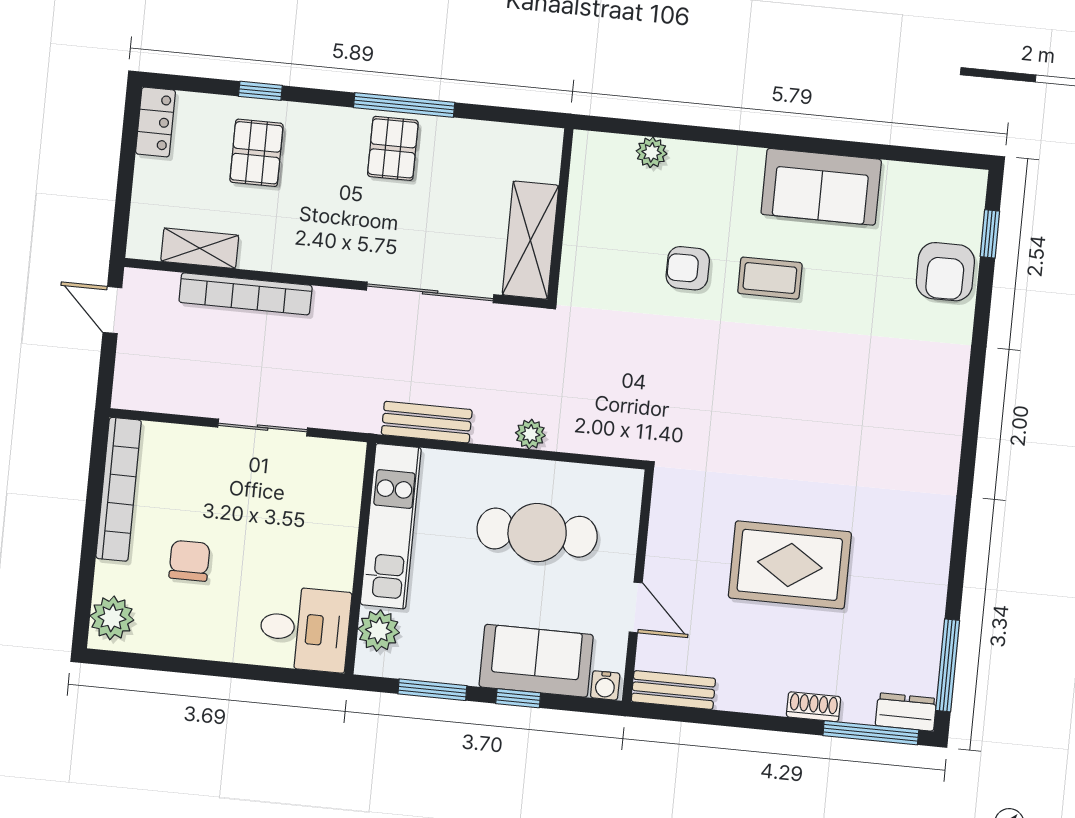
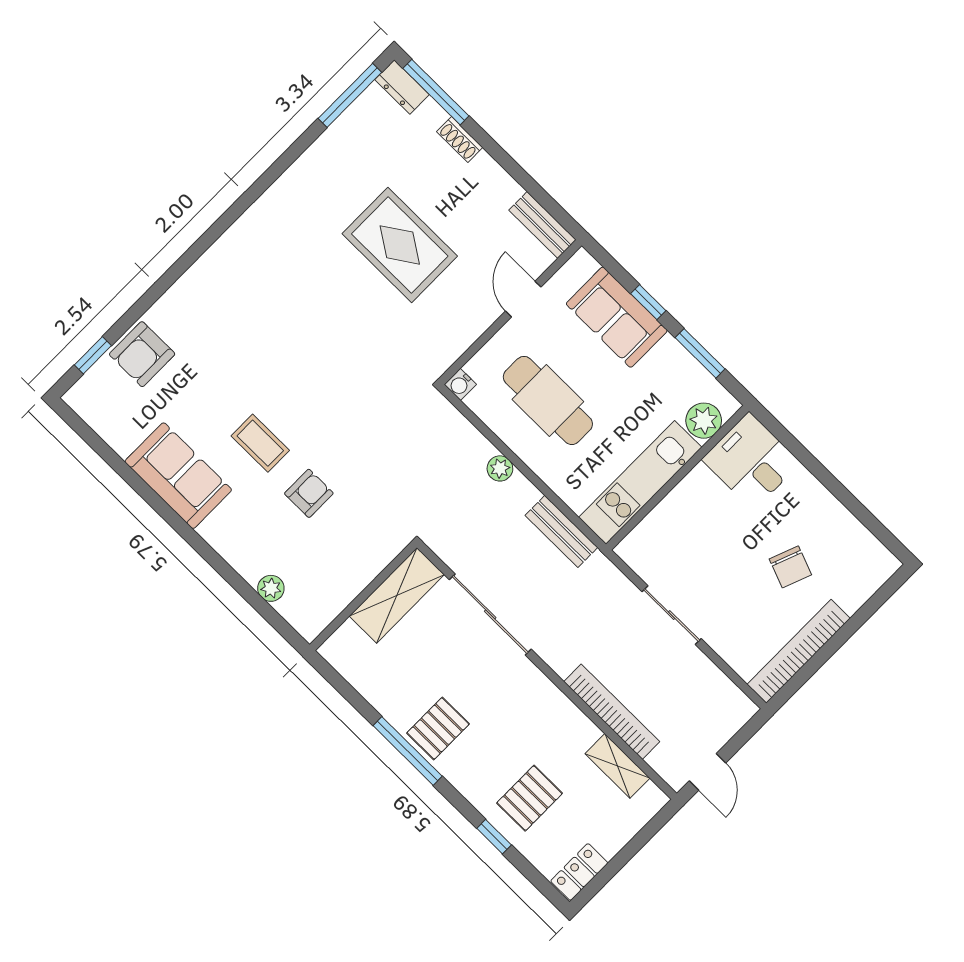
armchair: (688, 268) -> (309, 493), turned -90
armchair: (945, 272) -> (142, 354), turned 180
chair: (189, 561) -> (790, 567), turned -69
plant: (112, 618) -> (871, 571), removed
water cooler: (605, 685) -> (460, 384), moved, turned 180

